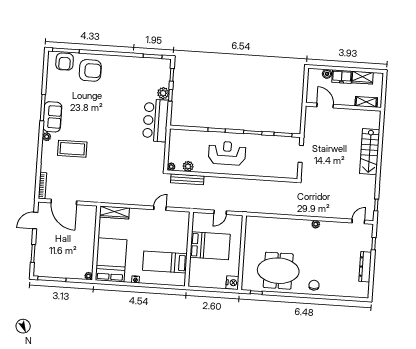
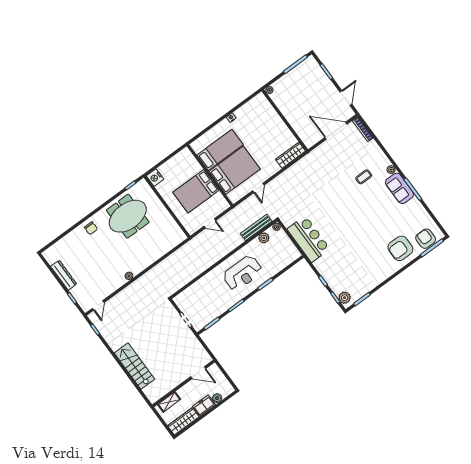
wardrobe: (363, 78) -> (183, 421), width x1.50
plant: (163, 93) -> (345, 298), moved
bar counter: (156, 120) -> (309, 239), moved
coffee table: (72, 149) -> (364, 177), width x0.54, depth x0.58
door: (220, 212) -> (210, 223), swing flipped
bed: (111, 260) -> (235, 170), moved, turned -90

